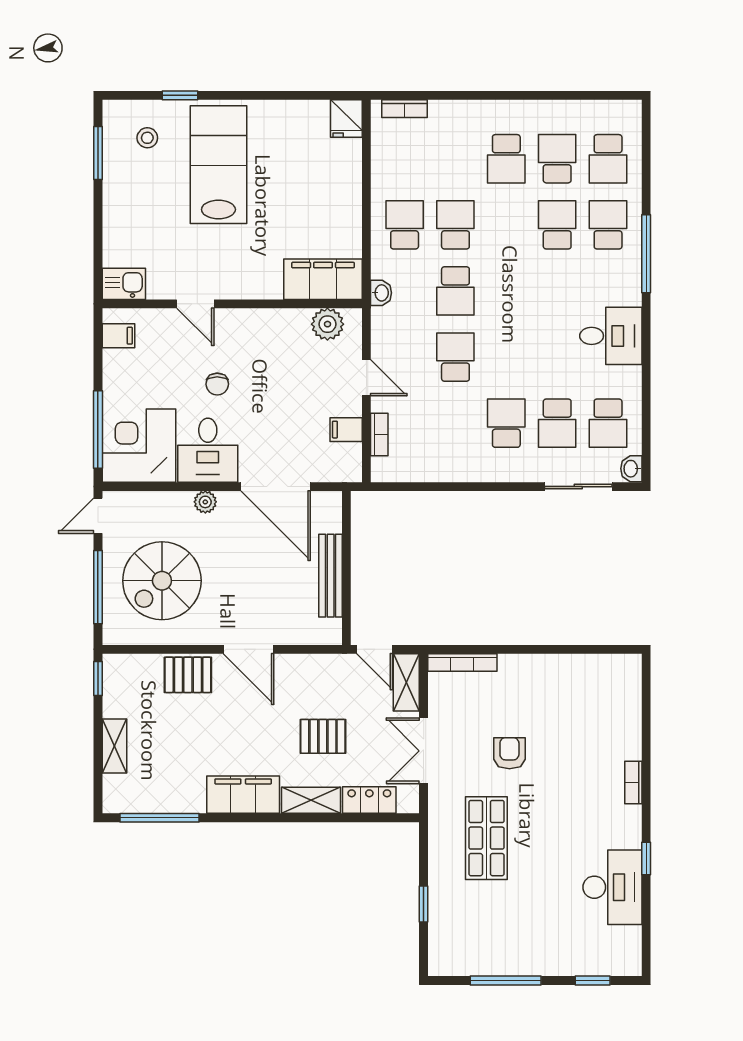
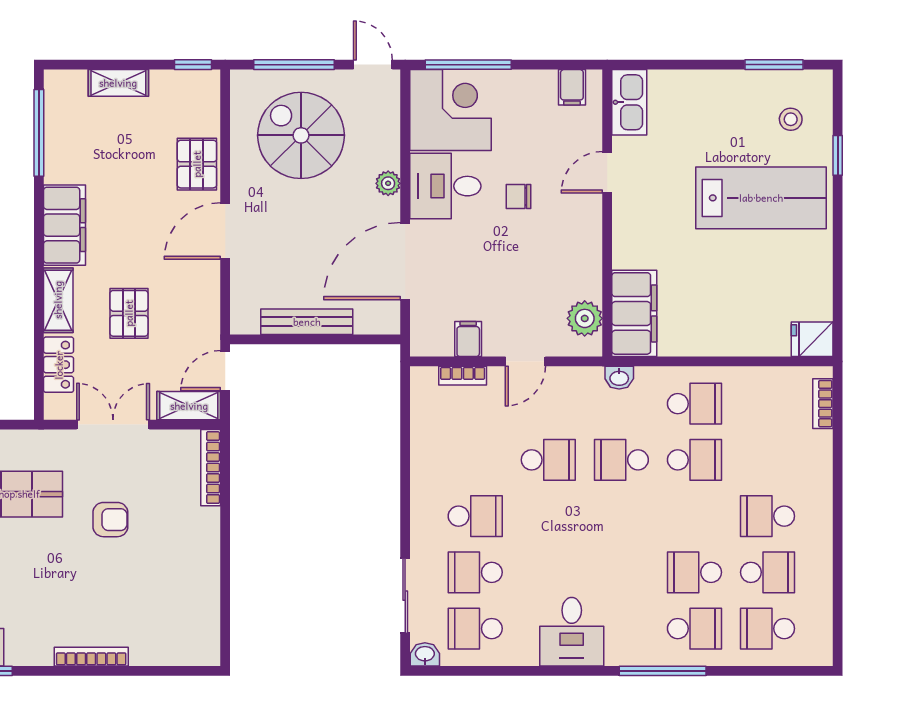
school desk: (557, 225) -> (694, 572), turned 180
kitchen sink: (124, 284) -> (629, 102), width x1.38
bookcase: (633, 783) -> (91, 657), width x1.56

